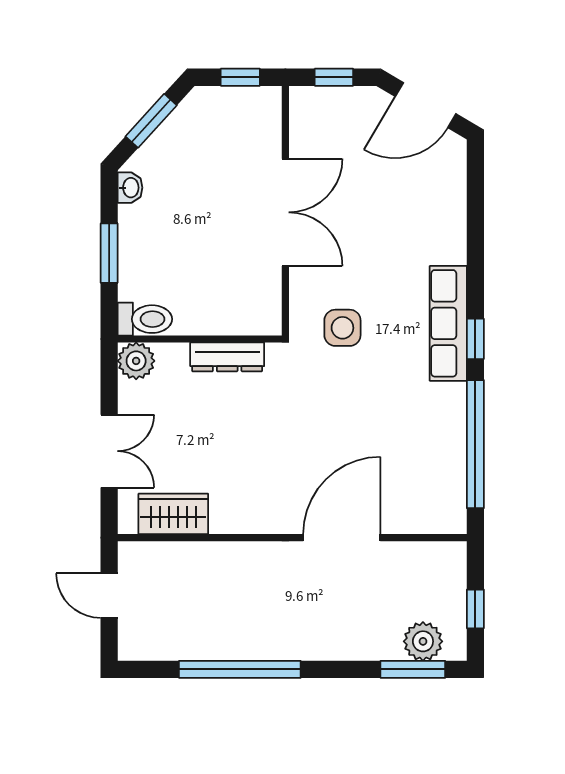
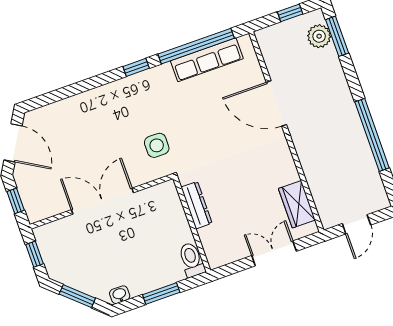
row of seats: (448, 323) -> (207, 60), moved
plant: (136, 361) -> (217, 256), removed

